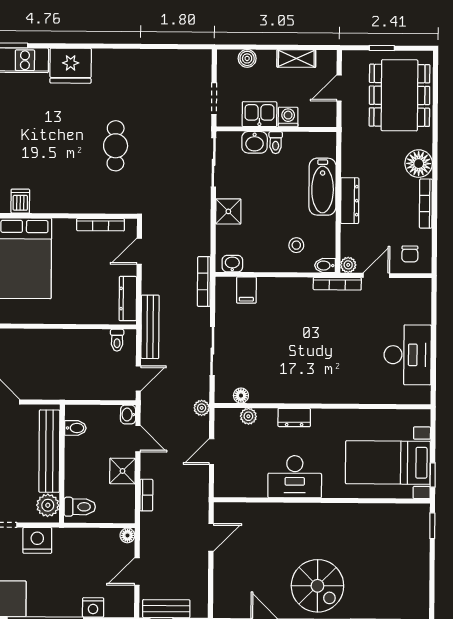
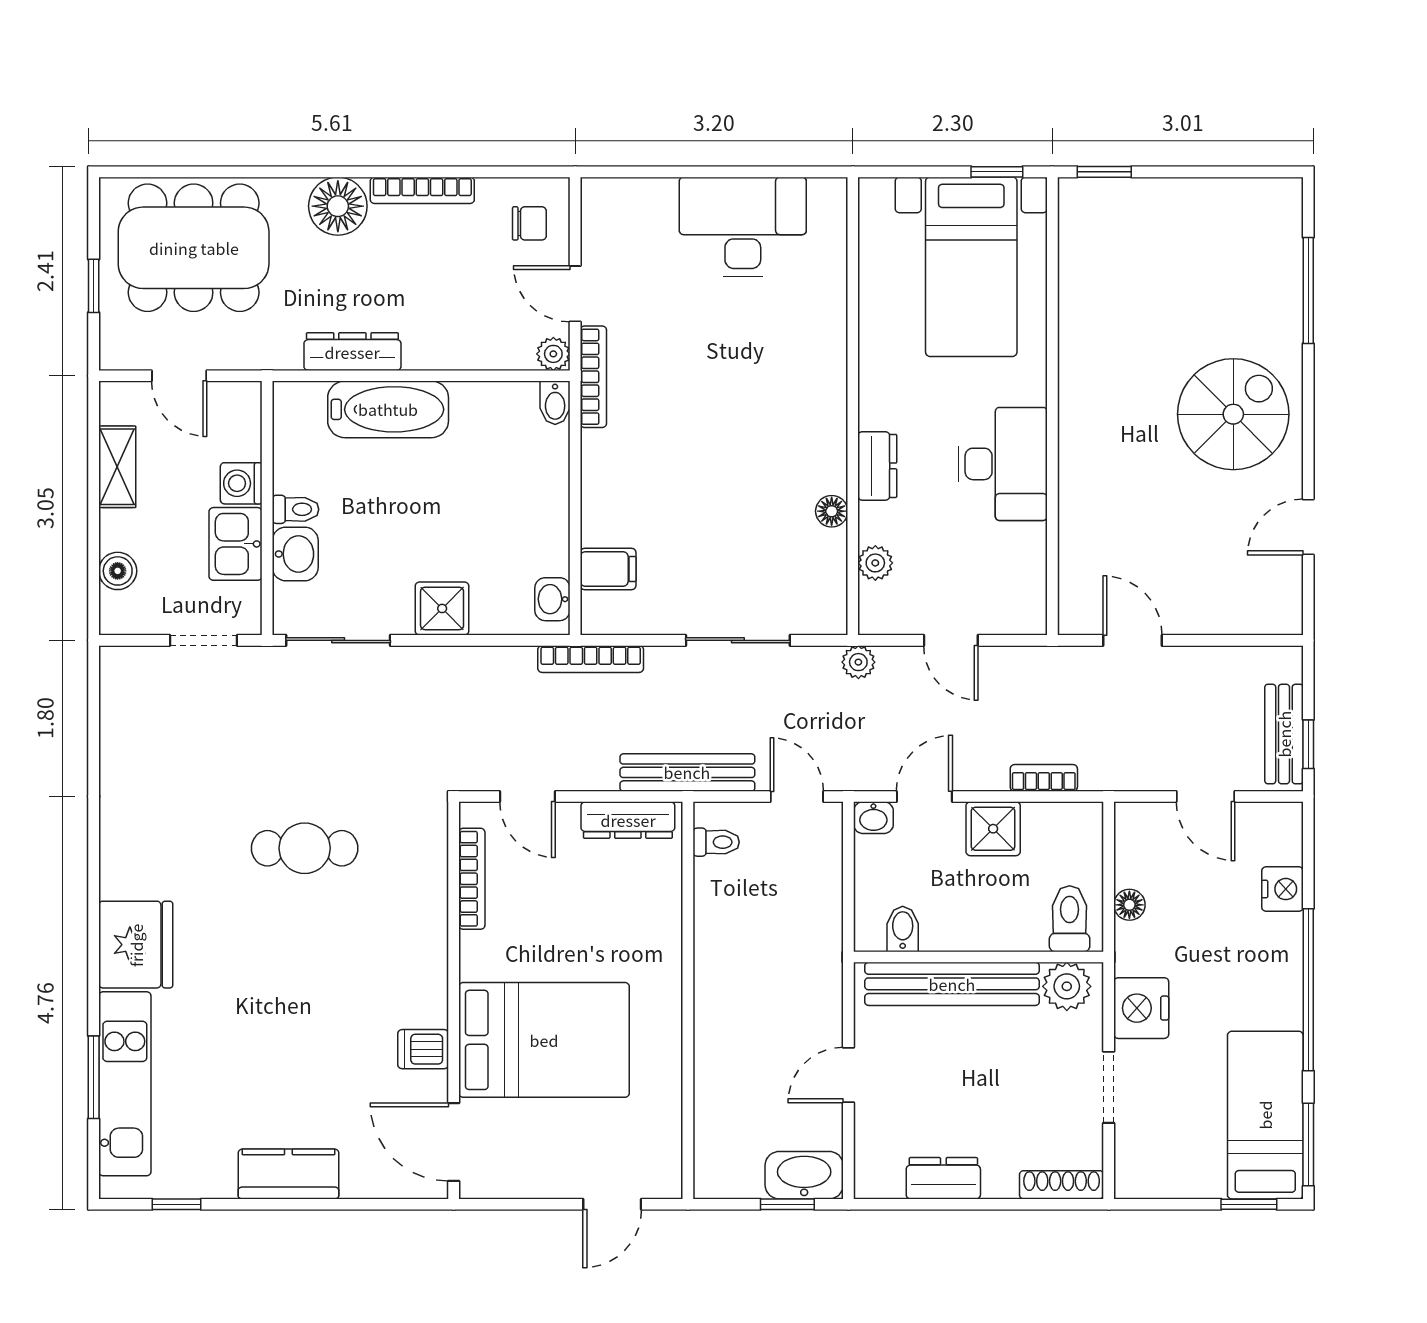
dresser: (350, 201) -> (352, 352), moved
stool: (296, 245) -> (512, 464), removed
floor lamp: (241, 396) -> (832, 511), moved
floor lamp: (127, 535) -> (1129, 905), moved

